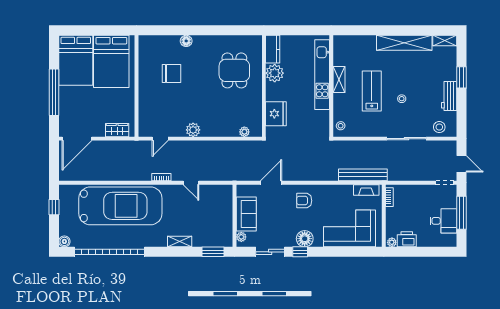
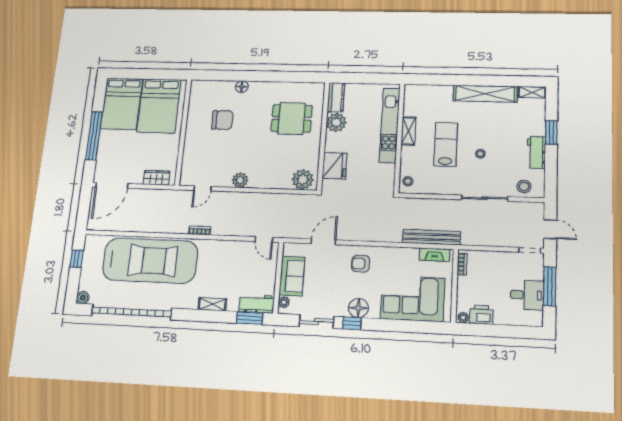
dining table: (234, 70) -> (292, 118), turned 90
plant: (244, 132) -> (303, 180), width x1.87, depth x1.87
door: (191, 183) -> (264, 239), moved
workbench: (218, 239) -> (257, 304), added

